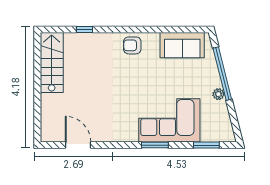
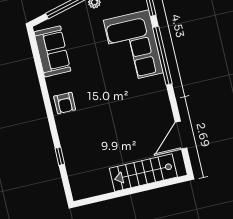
stairs: (52, 63) -> (143, 173), moved
window: (155, 145) -> (162, 56), width x2.11

